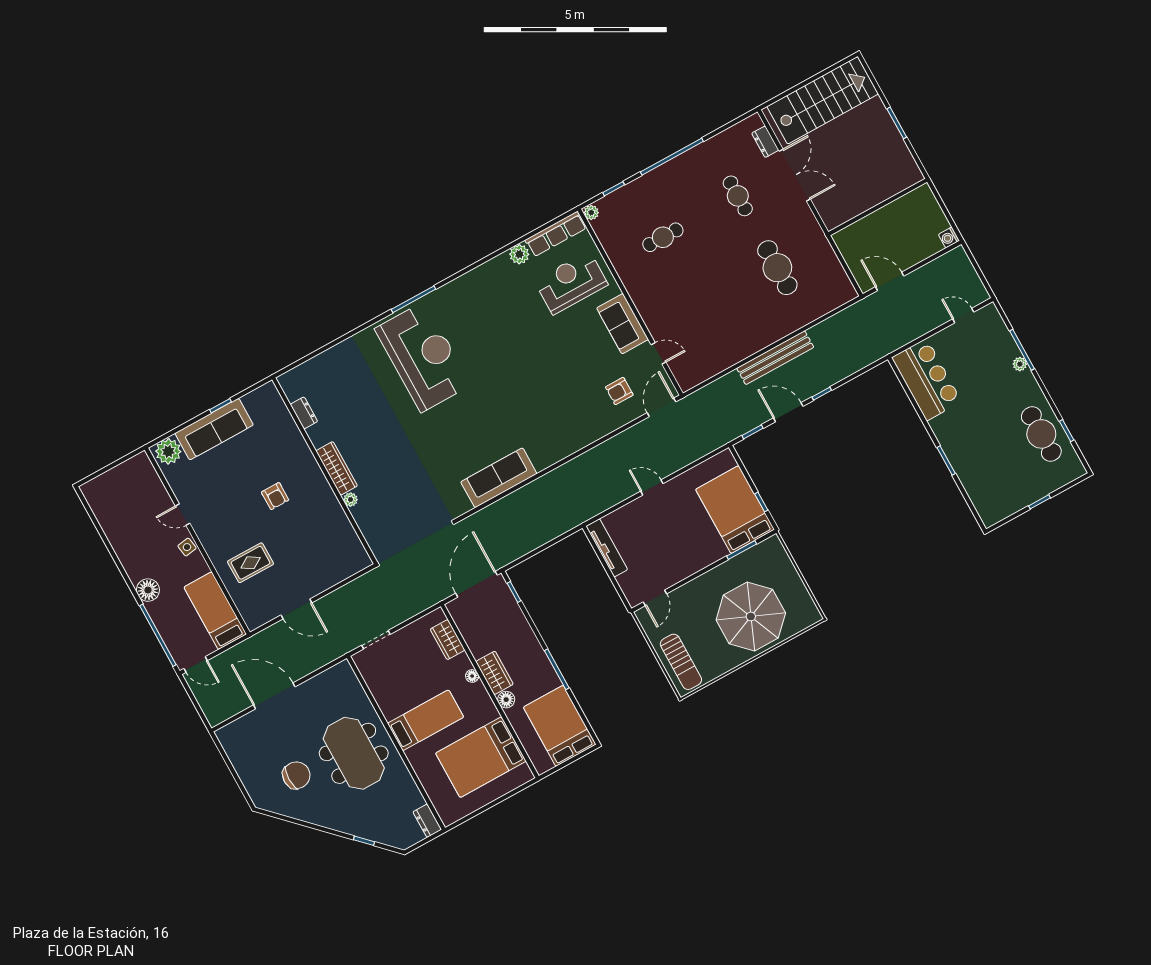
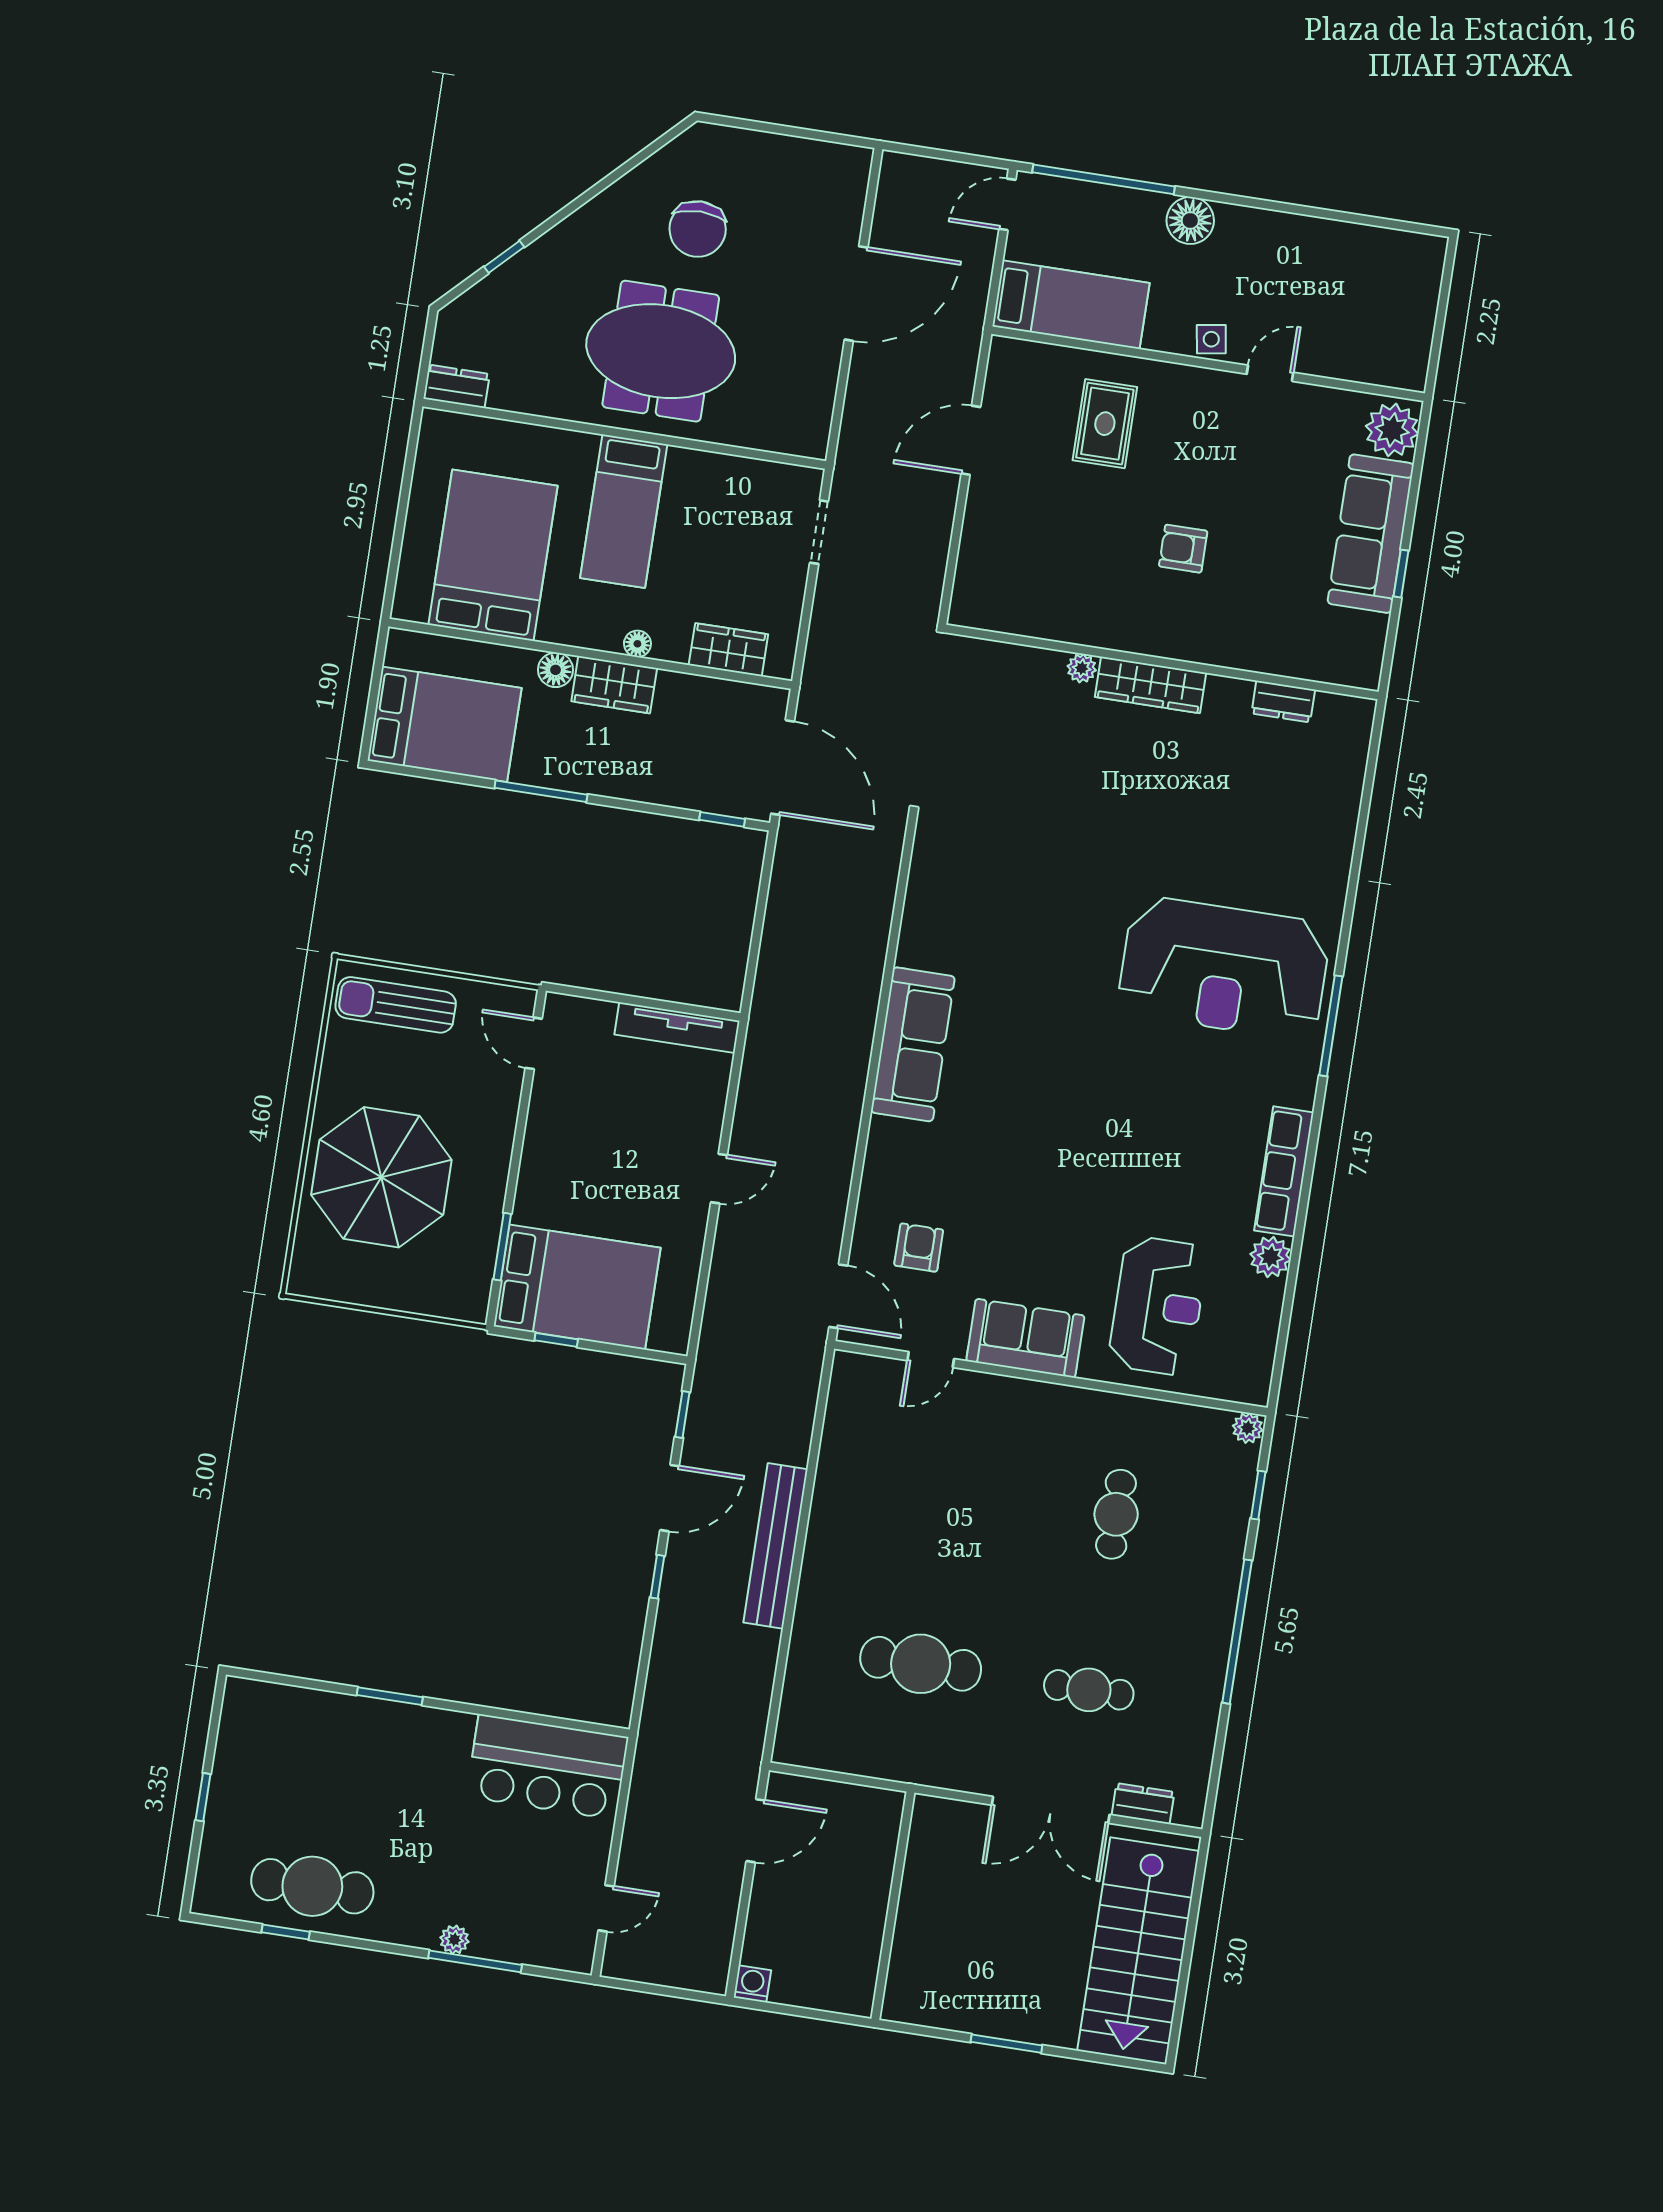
row of seats: (556, 234) -> (1284, 1171), moved
sofa: (499, 478) -> (913, 1044), moved

